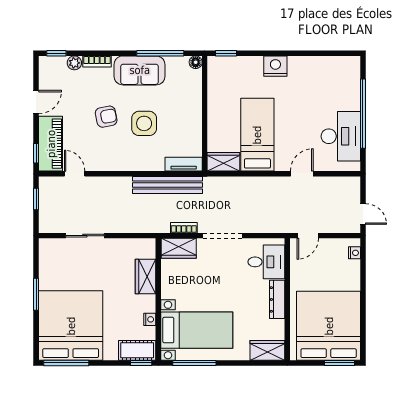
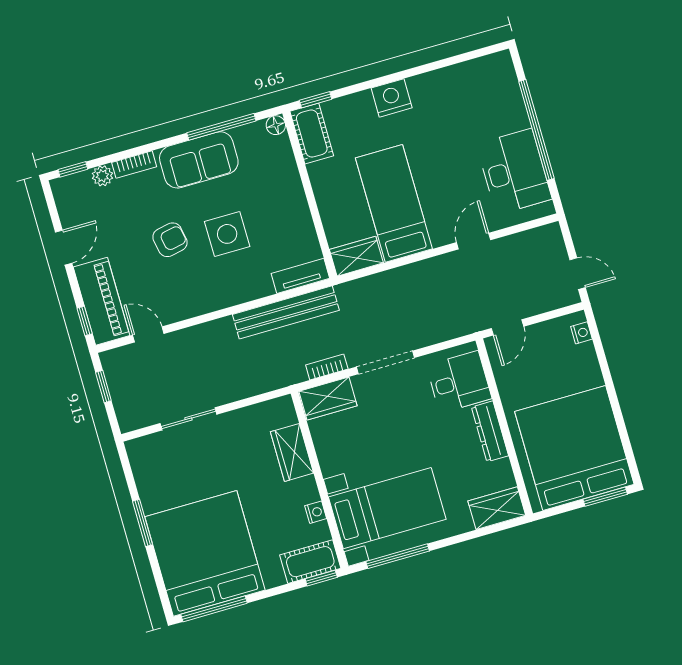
cot: (217, 74) -> (312, 134), added

